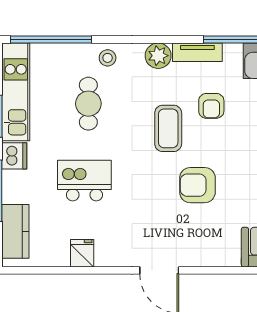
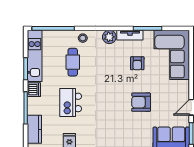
coffee table: (168, 128) -> (115, 75), removed
kitchen island: (84, 181) -> (71, 102), turned -90
armchair: (197, 185) -> (141, 102), moved

